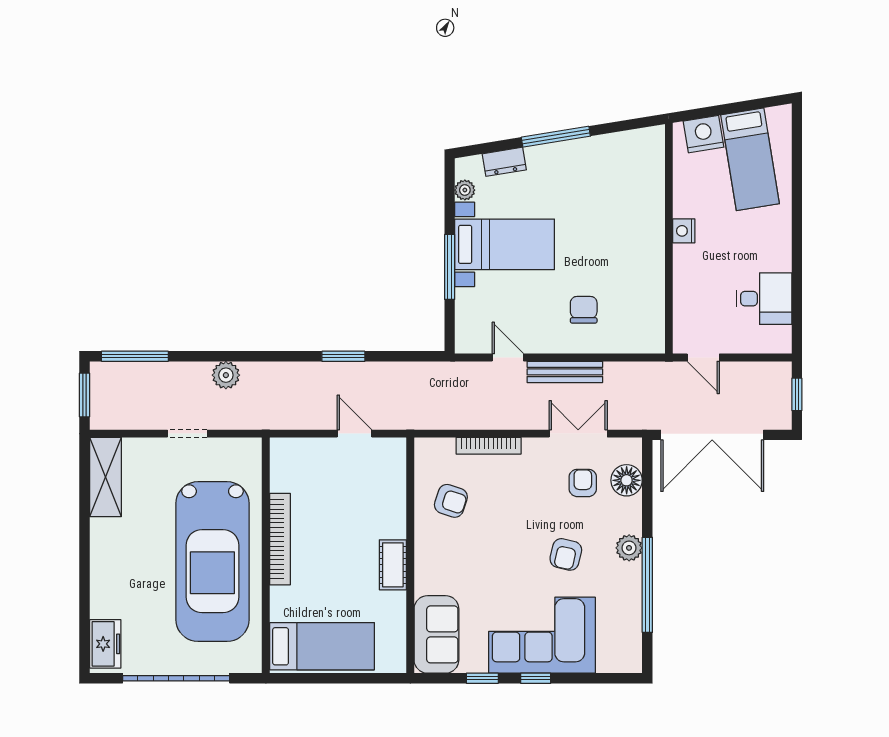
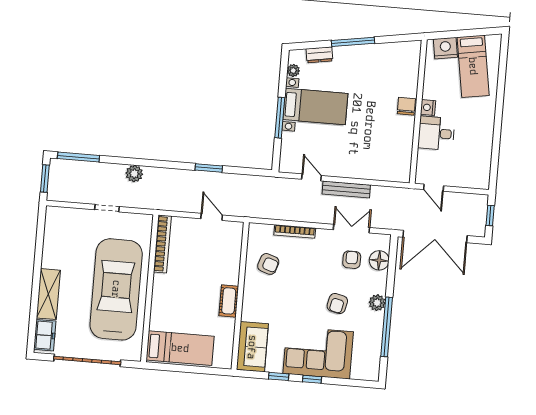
desk: (764, 299) -> (436, 133), moved, turned 180
chair: (584, 310) -> (406, 106), moved
shelving: (105, 477) -> (48, 294), moved
bookcase: (280, 539) -> (162, 244), moved
car: (212, 562) -> (116, 289), turned 180

